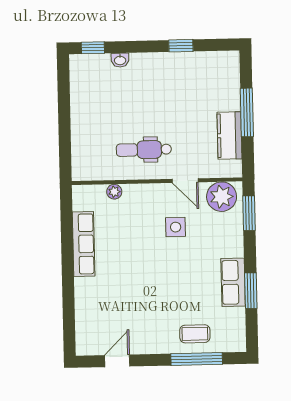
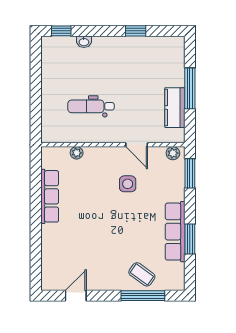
dental chair: (144, 150) -> (91, 106), moved
plant: (222, 197) -> (173, 153), width x0.53, depth x0.53
row of seats: (233, 282) -> (175, 232), width x1.48
coffee table: (195, 334) -> (142, 274), turned 36

